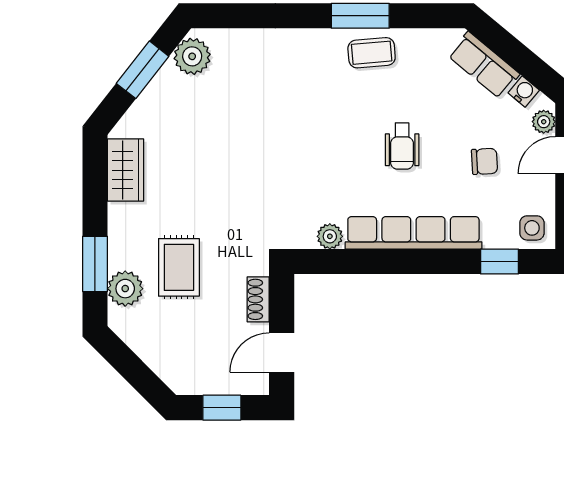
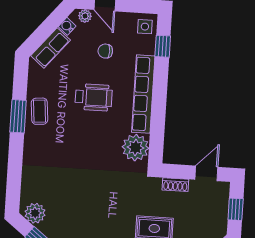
wheelchair: (402, 146) -> (94, 97), width x1.36, depth x1.37
chair: (485, 161) -> (105, 51), turned -87
plant: (330, 236) -> (135, 148), width x1.88, depth x1.88
door: (282, 352) -> (206, 173), swing flipped

